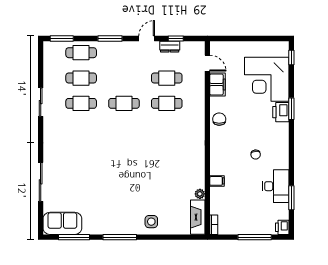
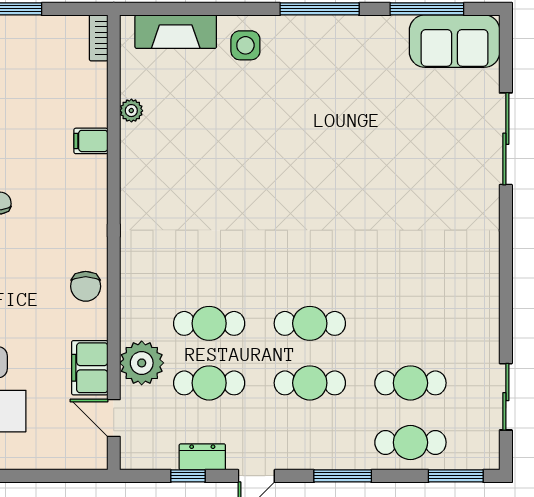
plant: (195, 87) -> (142, 363), added
sliding door: (41, 102) -> (506, 397), moved
cafe table: (81, 103) -> (310, 383), moved
fireplace: (198, 217) -> (176, 32), moved, turned 90

